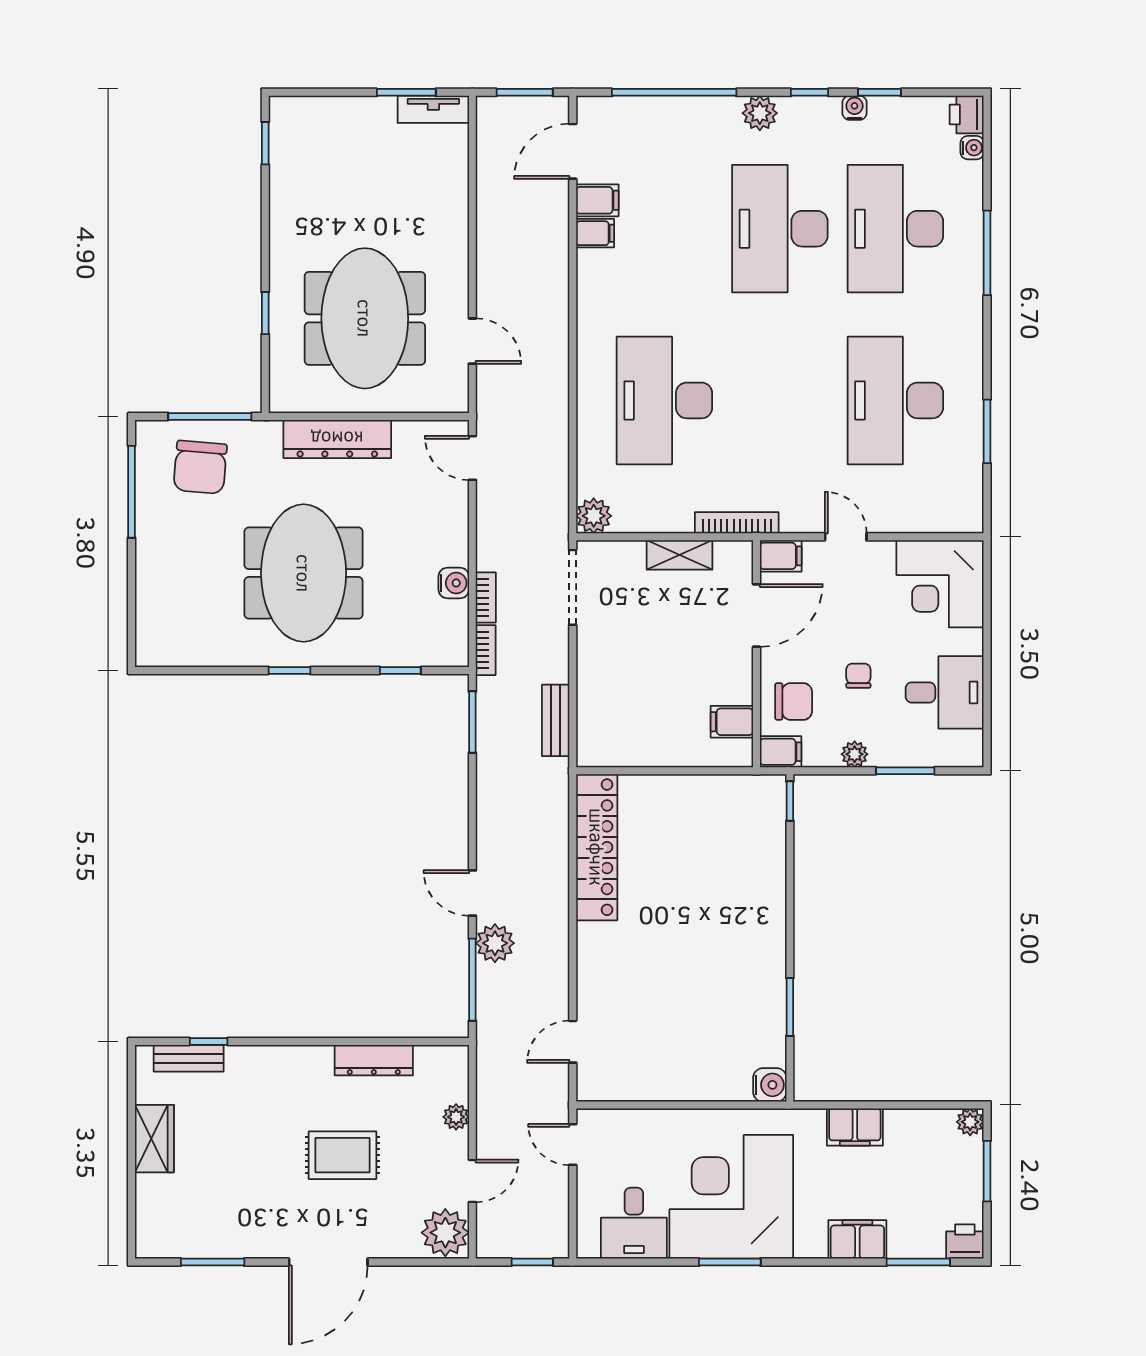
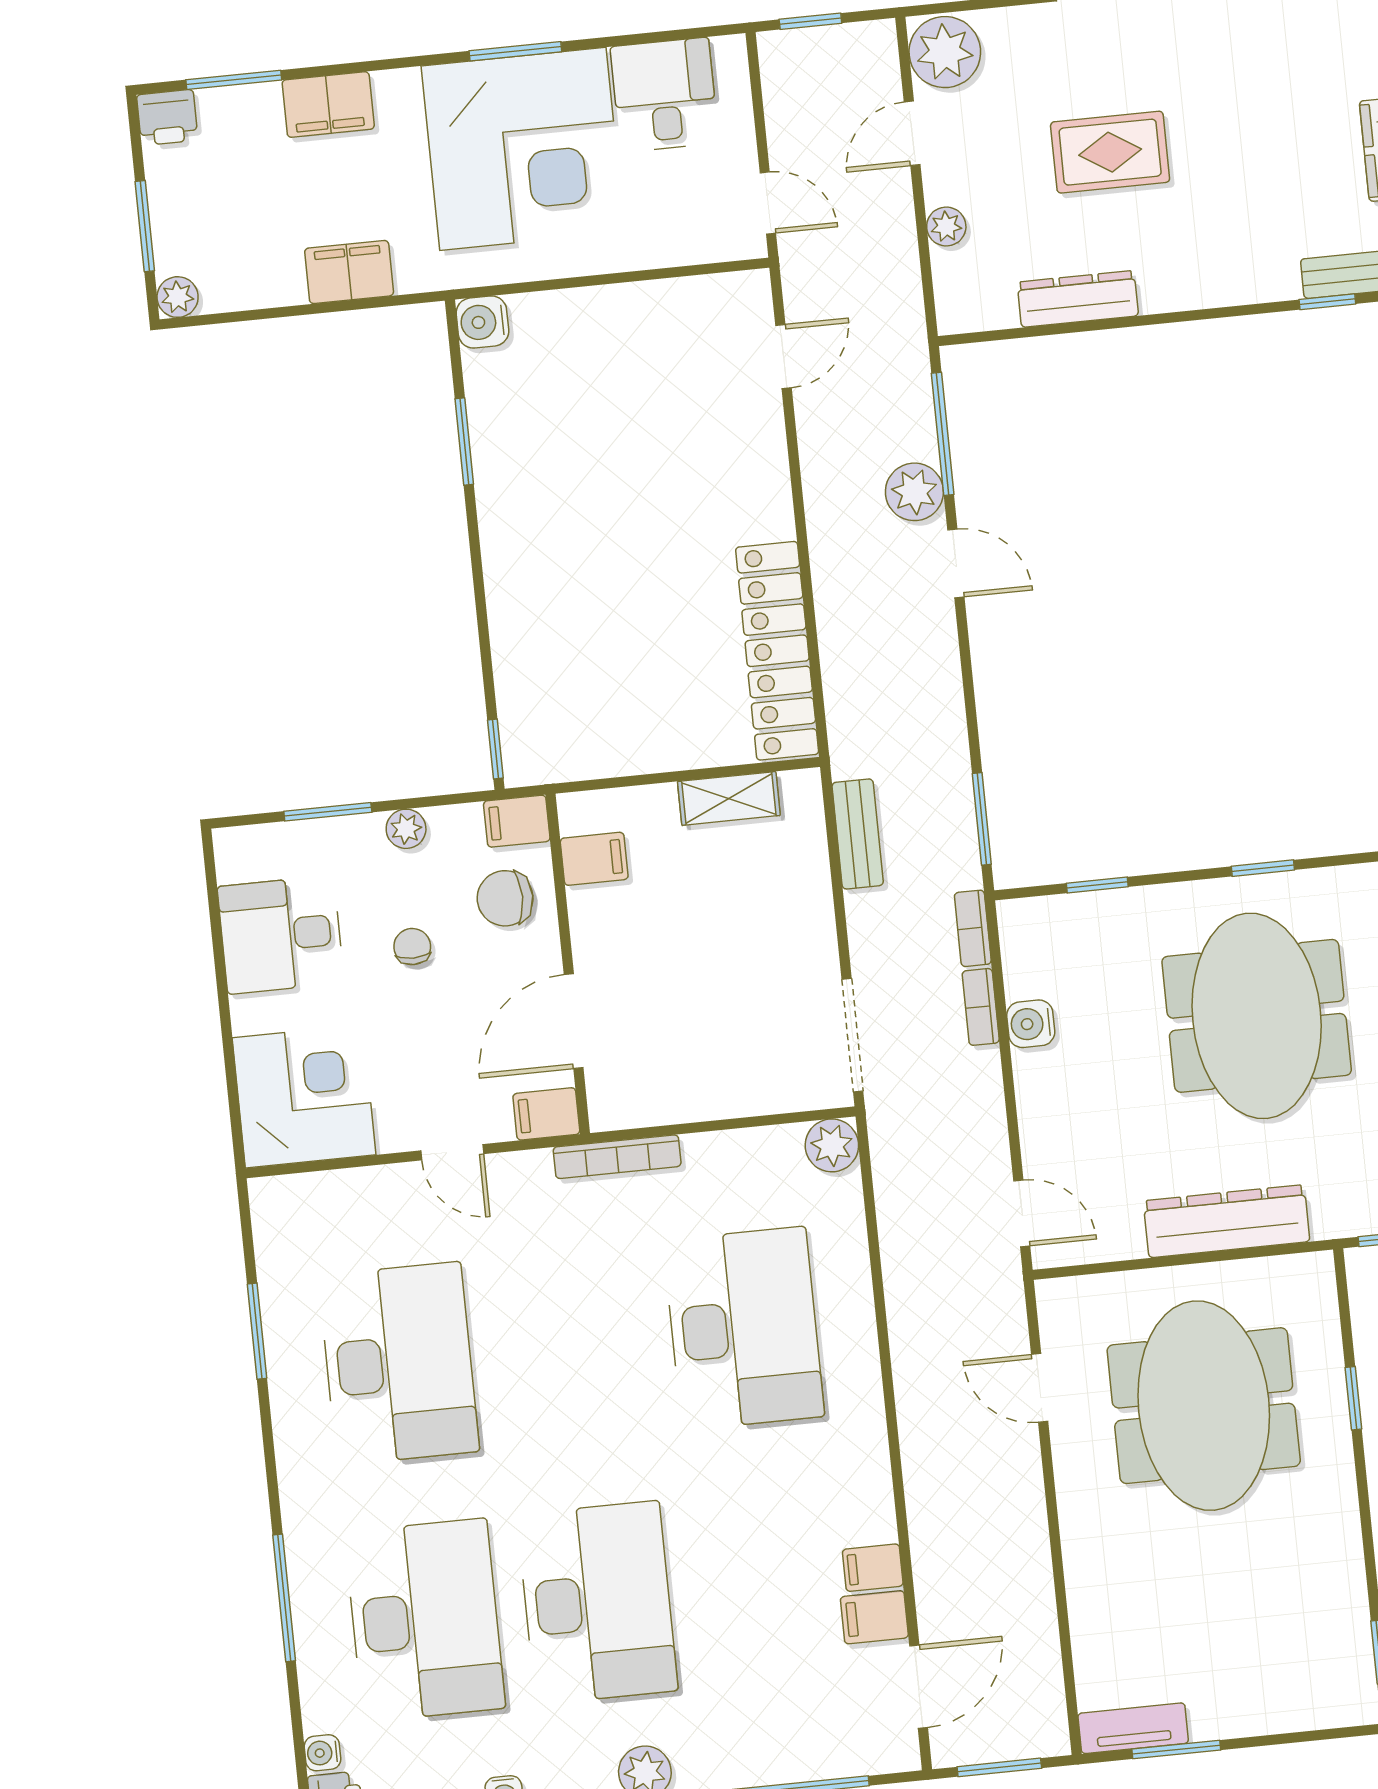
shelving: (680, 555) -> (729, 798), moved
chair: (858, 676) -> (412, 947), turned 180

